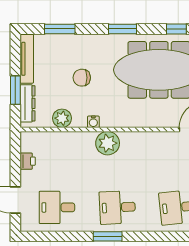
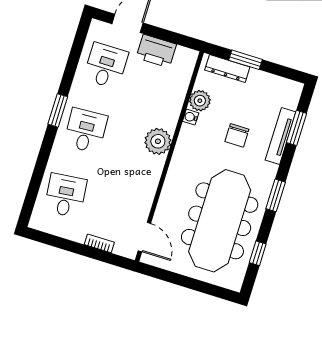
tv unit: (27, 59) -> (281, 136), moved, turned 90
chair: (82, 78) -> (237, 135), turned 180
water cooler: (93, 122) -> (191, 117), moved
printer: (28, 161) -> (156, 51), width x1.87, depth x1.48

